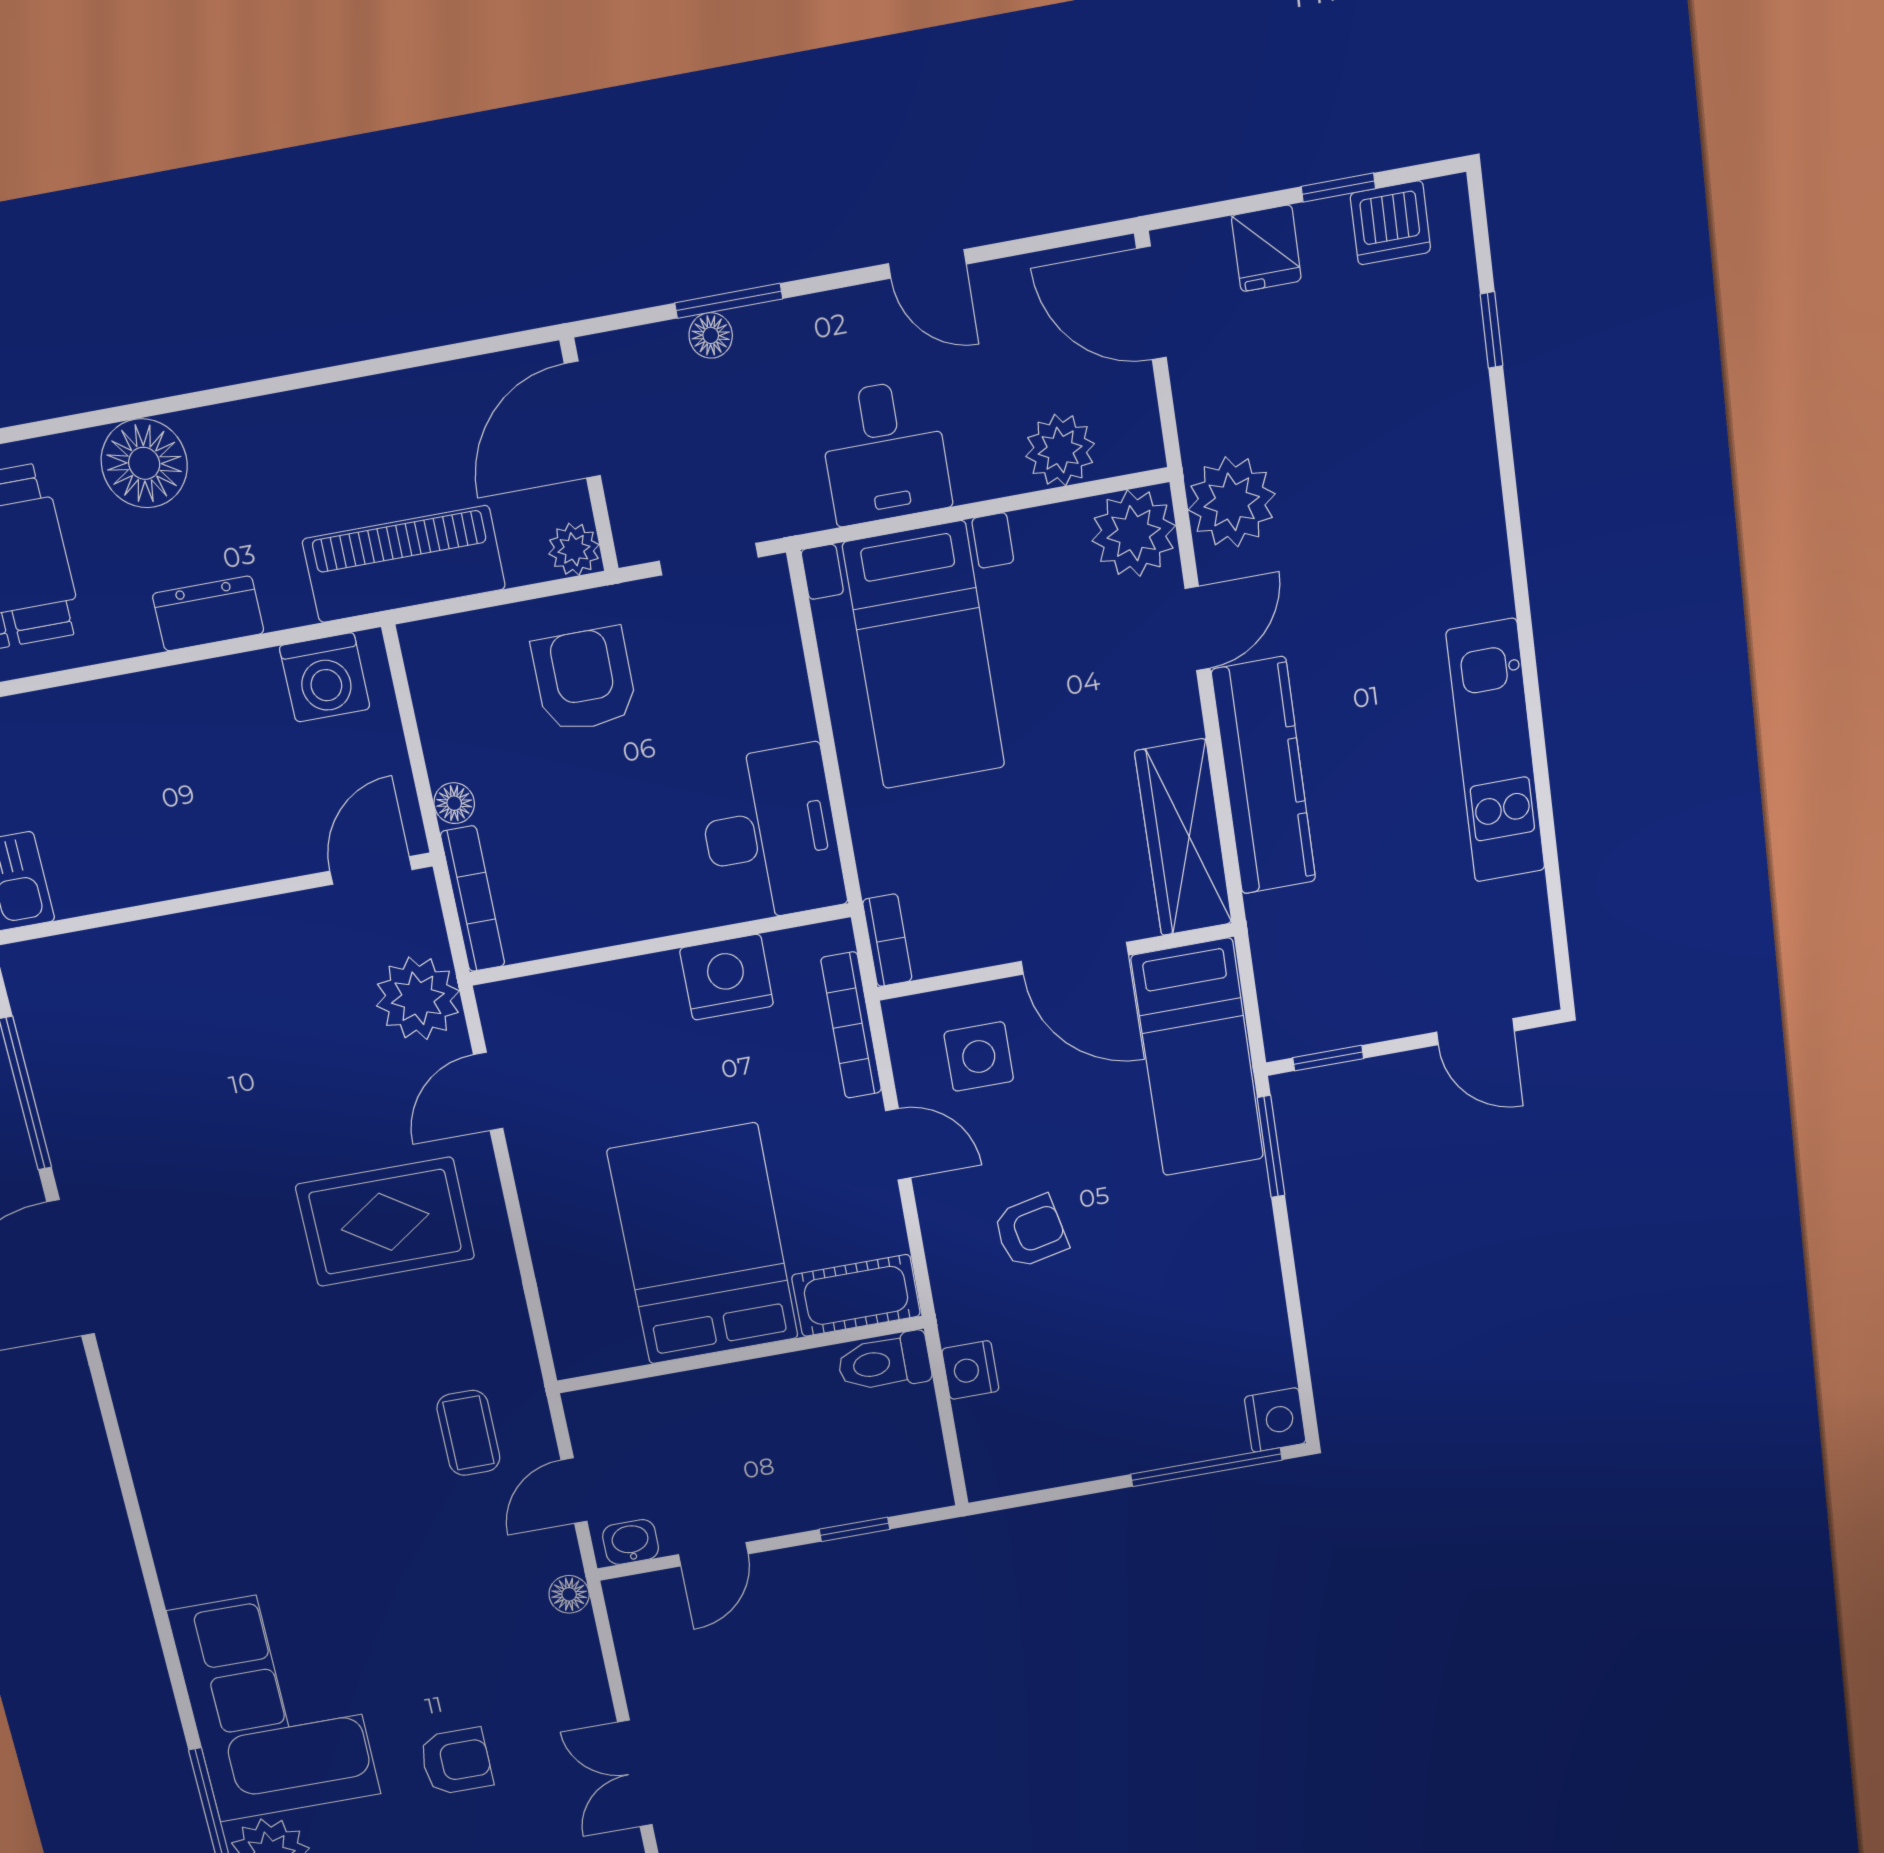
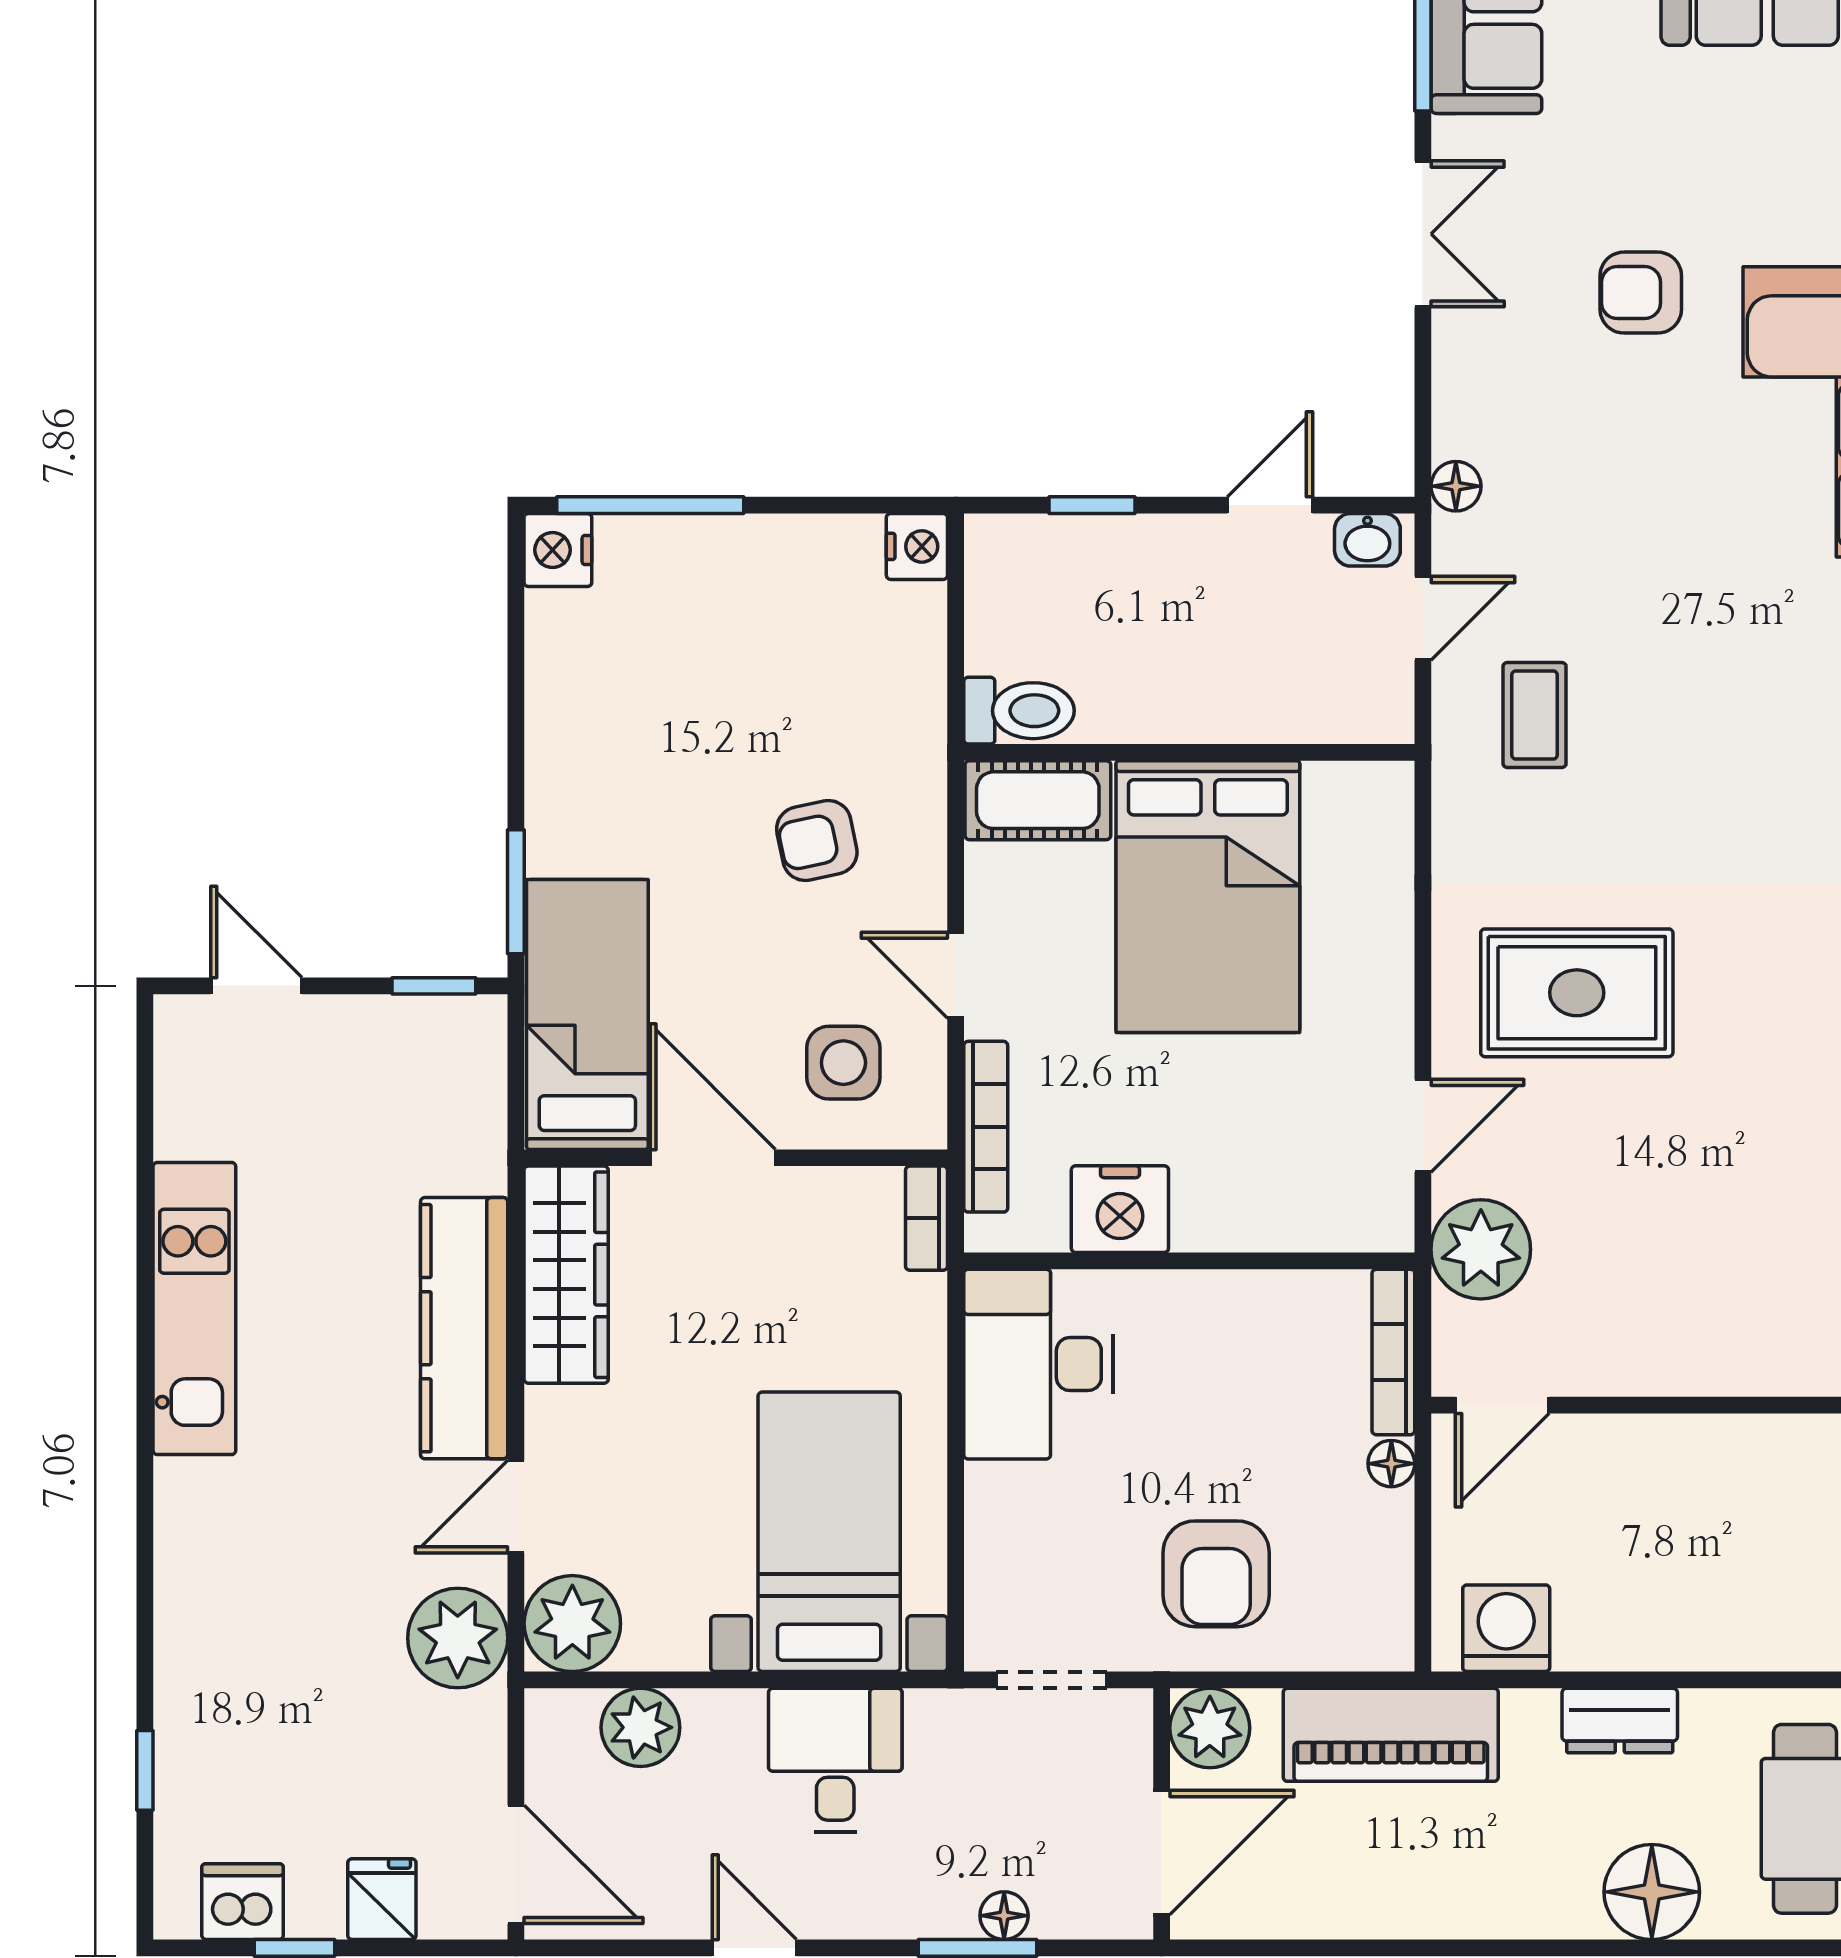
plant: (574, 549) -> (1210, 1728), width x1.38, depth x1.38
nightstand: (970, 1370) -> (917, 546), moved

